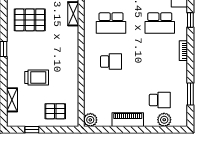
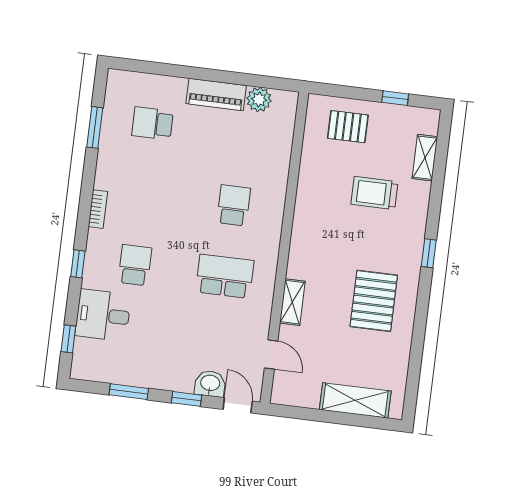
pallet: (30, 20) -> (374, 301), turned 90
school desk: (160, 23) -> (135, 265), width x0.54
school desk: (111, 62) -> (234, 205), turned 90
plant: (90, 120) -> (259, 99), moved
plant: (164, 120) -> (149, 86), removed

